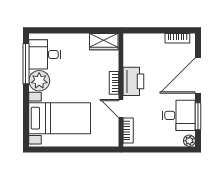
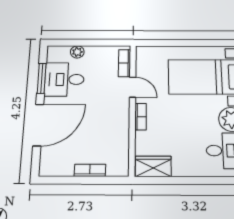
bookcase: (177, 38) -> (90, 170), moved
printer: (133, 81) -> (117, 118), removed
plant: (189, 141) -> (77, 52), moved

